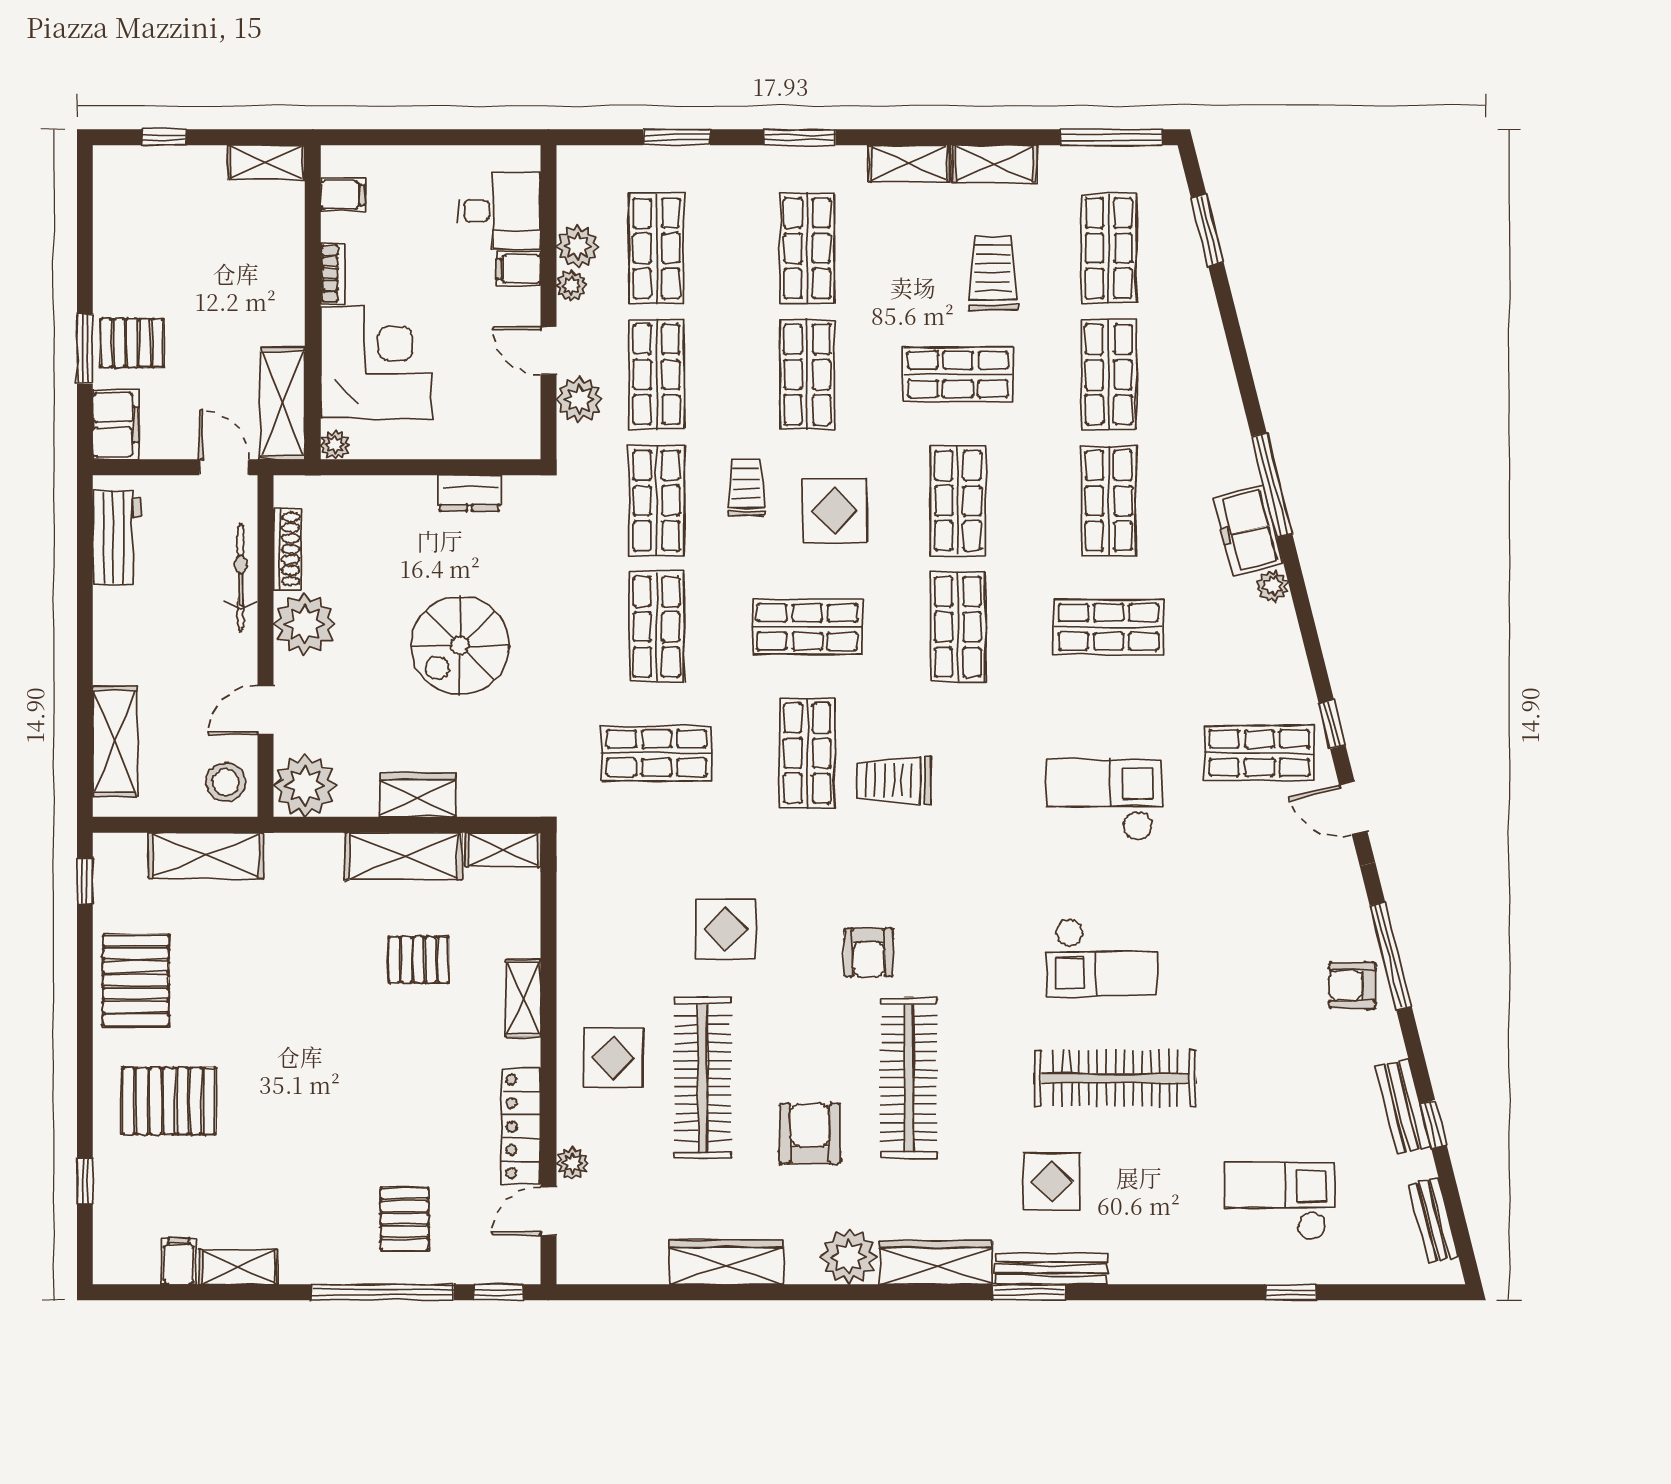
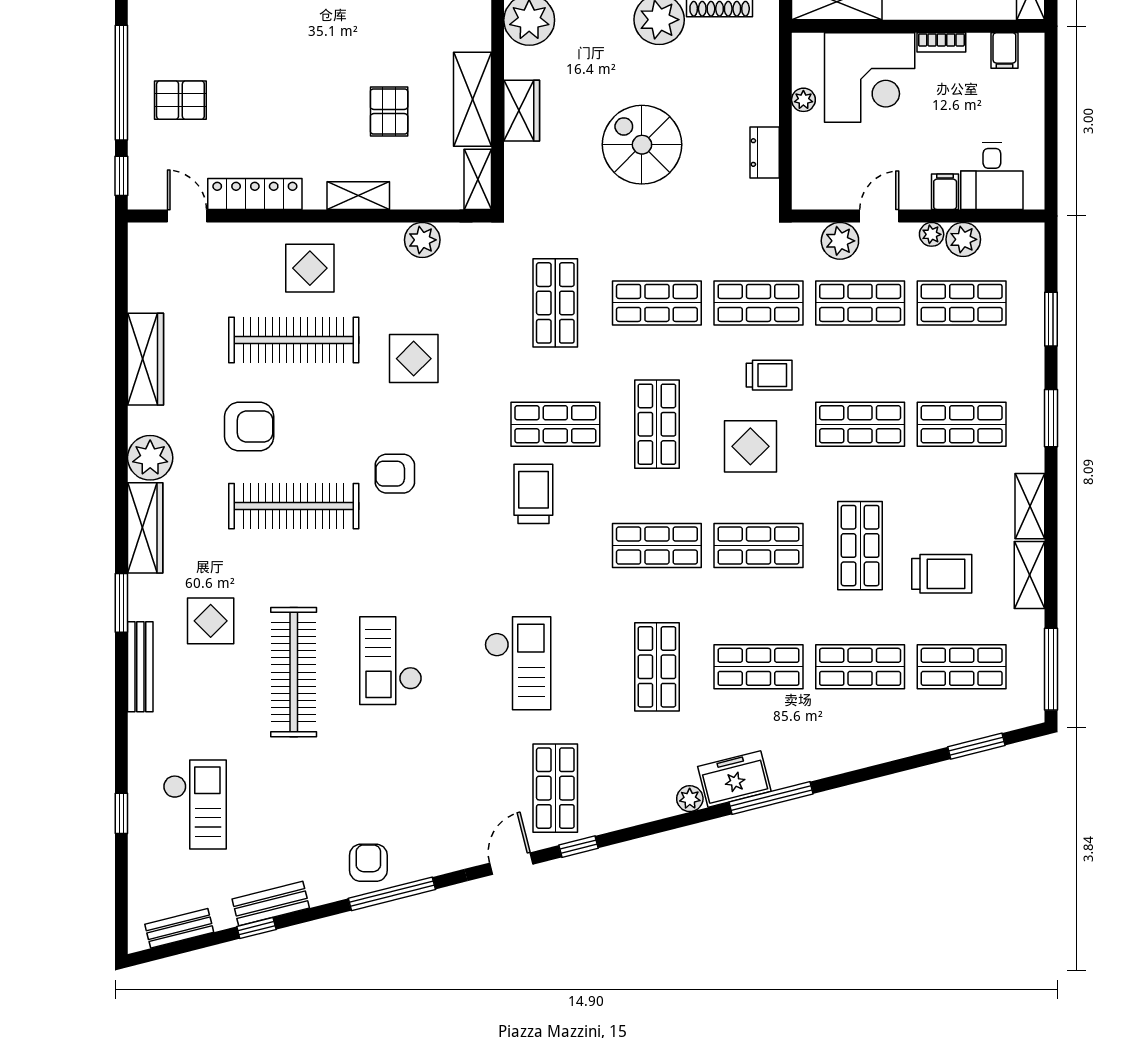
plant: (335, 445) -> (803, 100), moved
plant: (572, 1163) -> (422, 240), moved, width x1.38, depth x1.38
bench: (1051, 1269) -> (140, 667), moved

